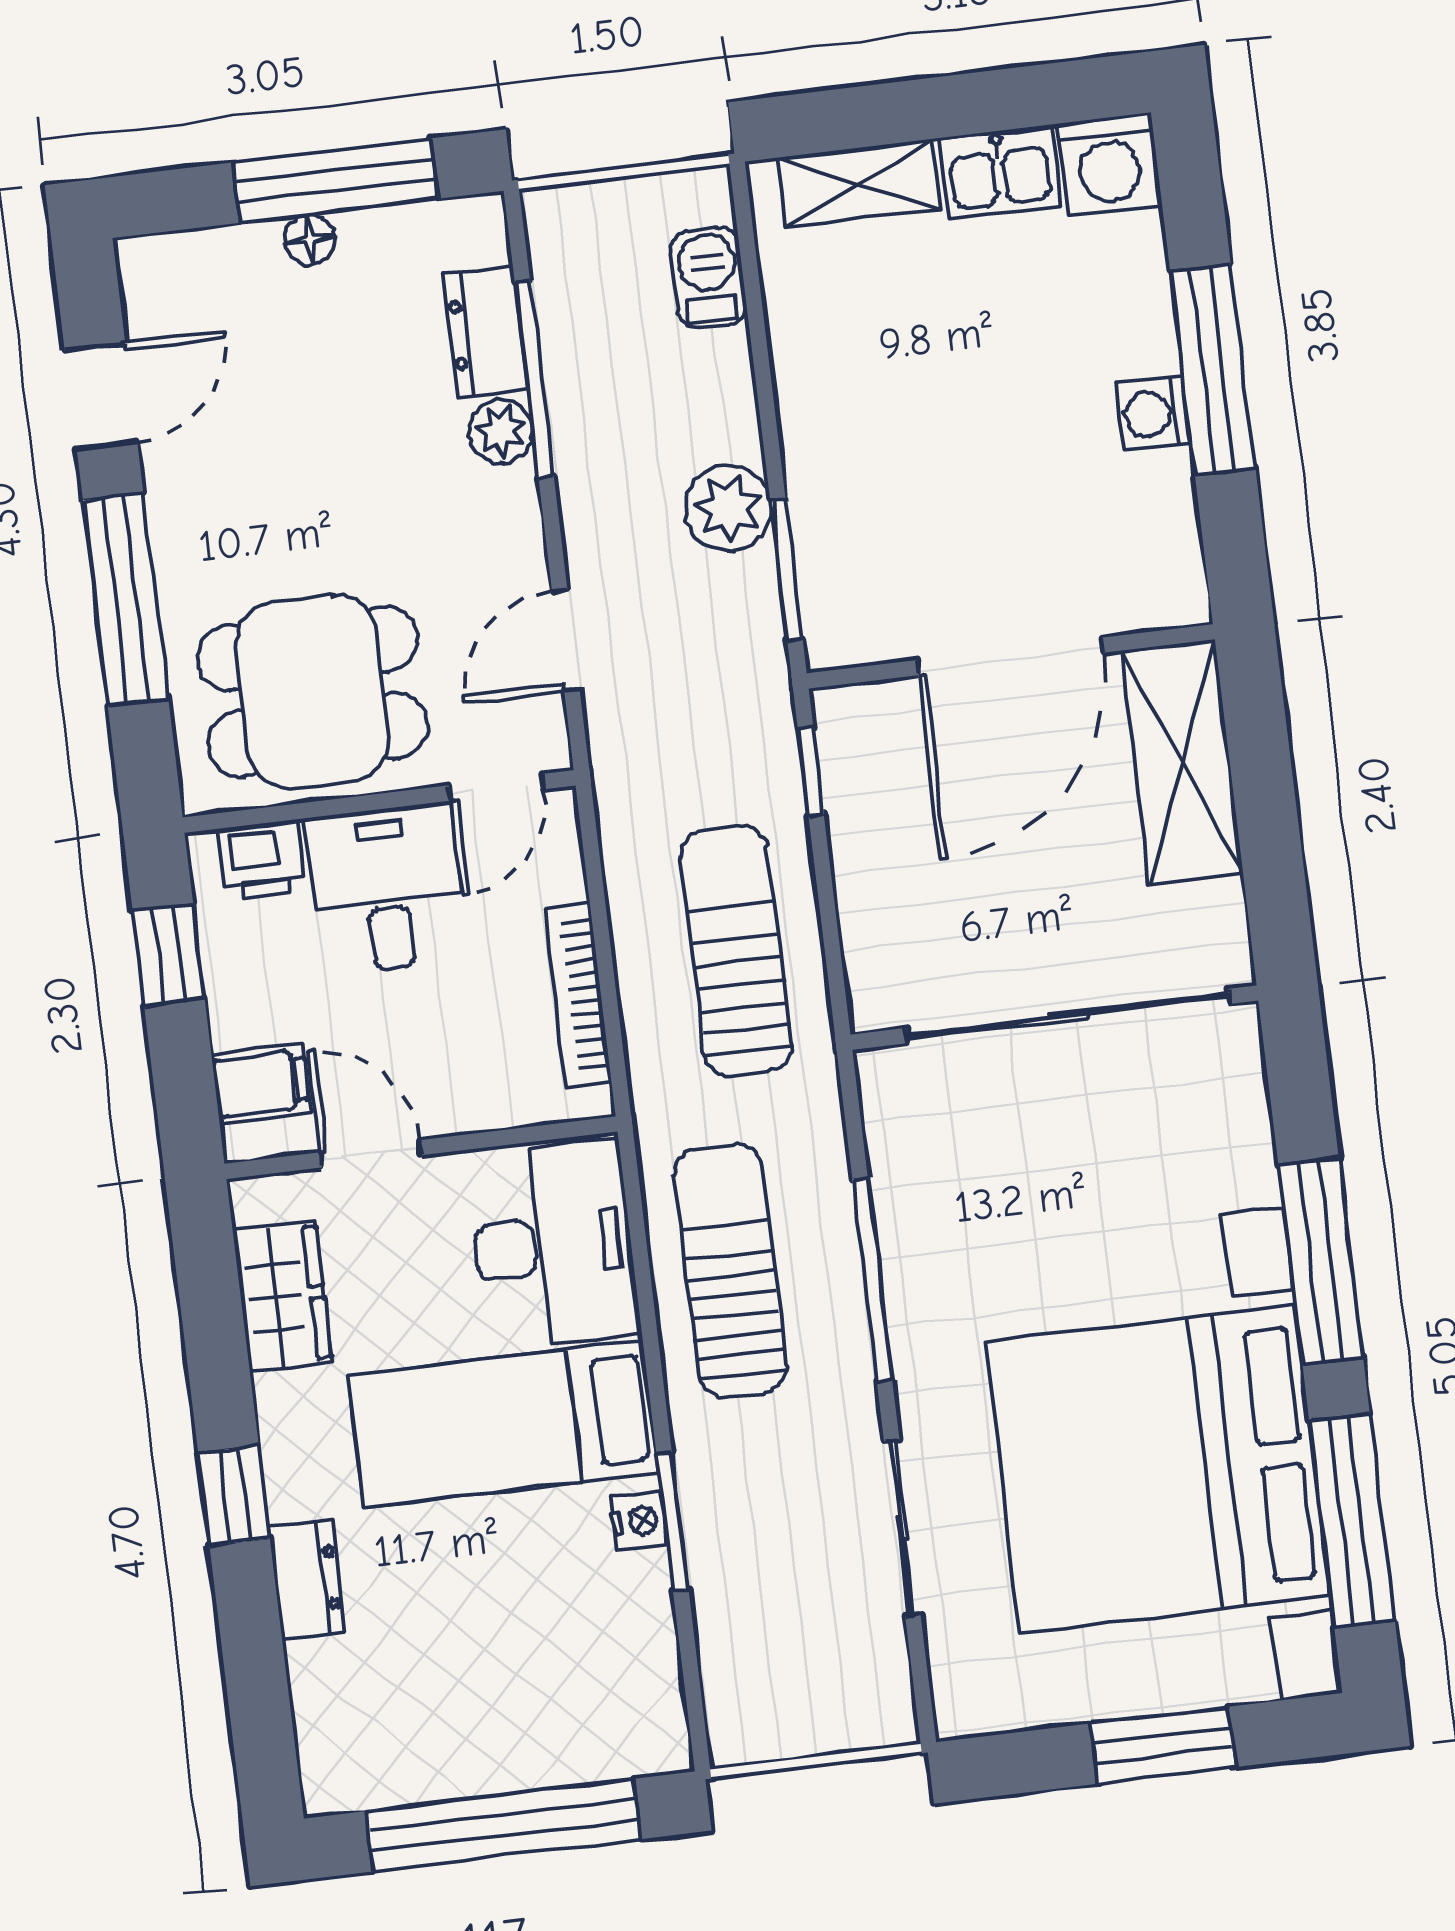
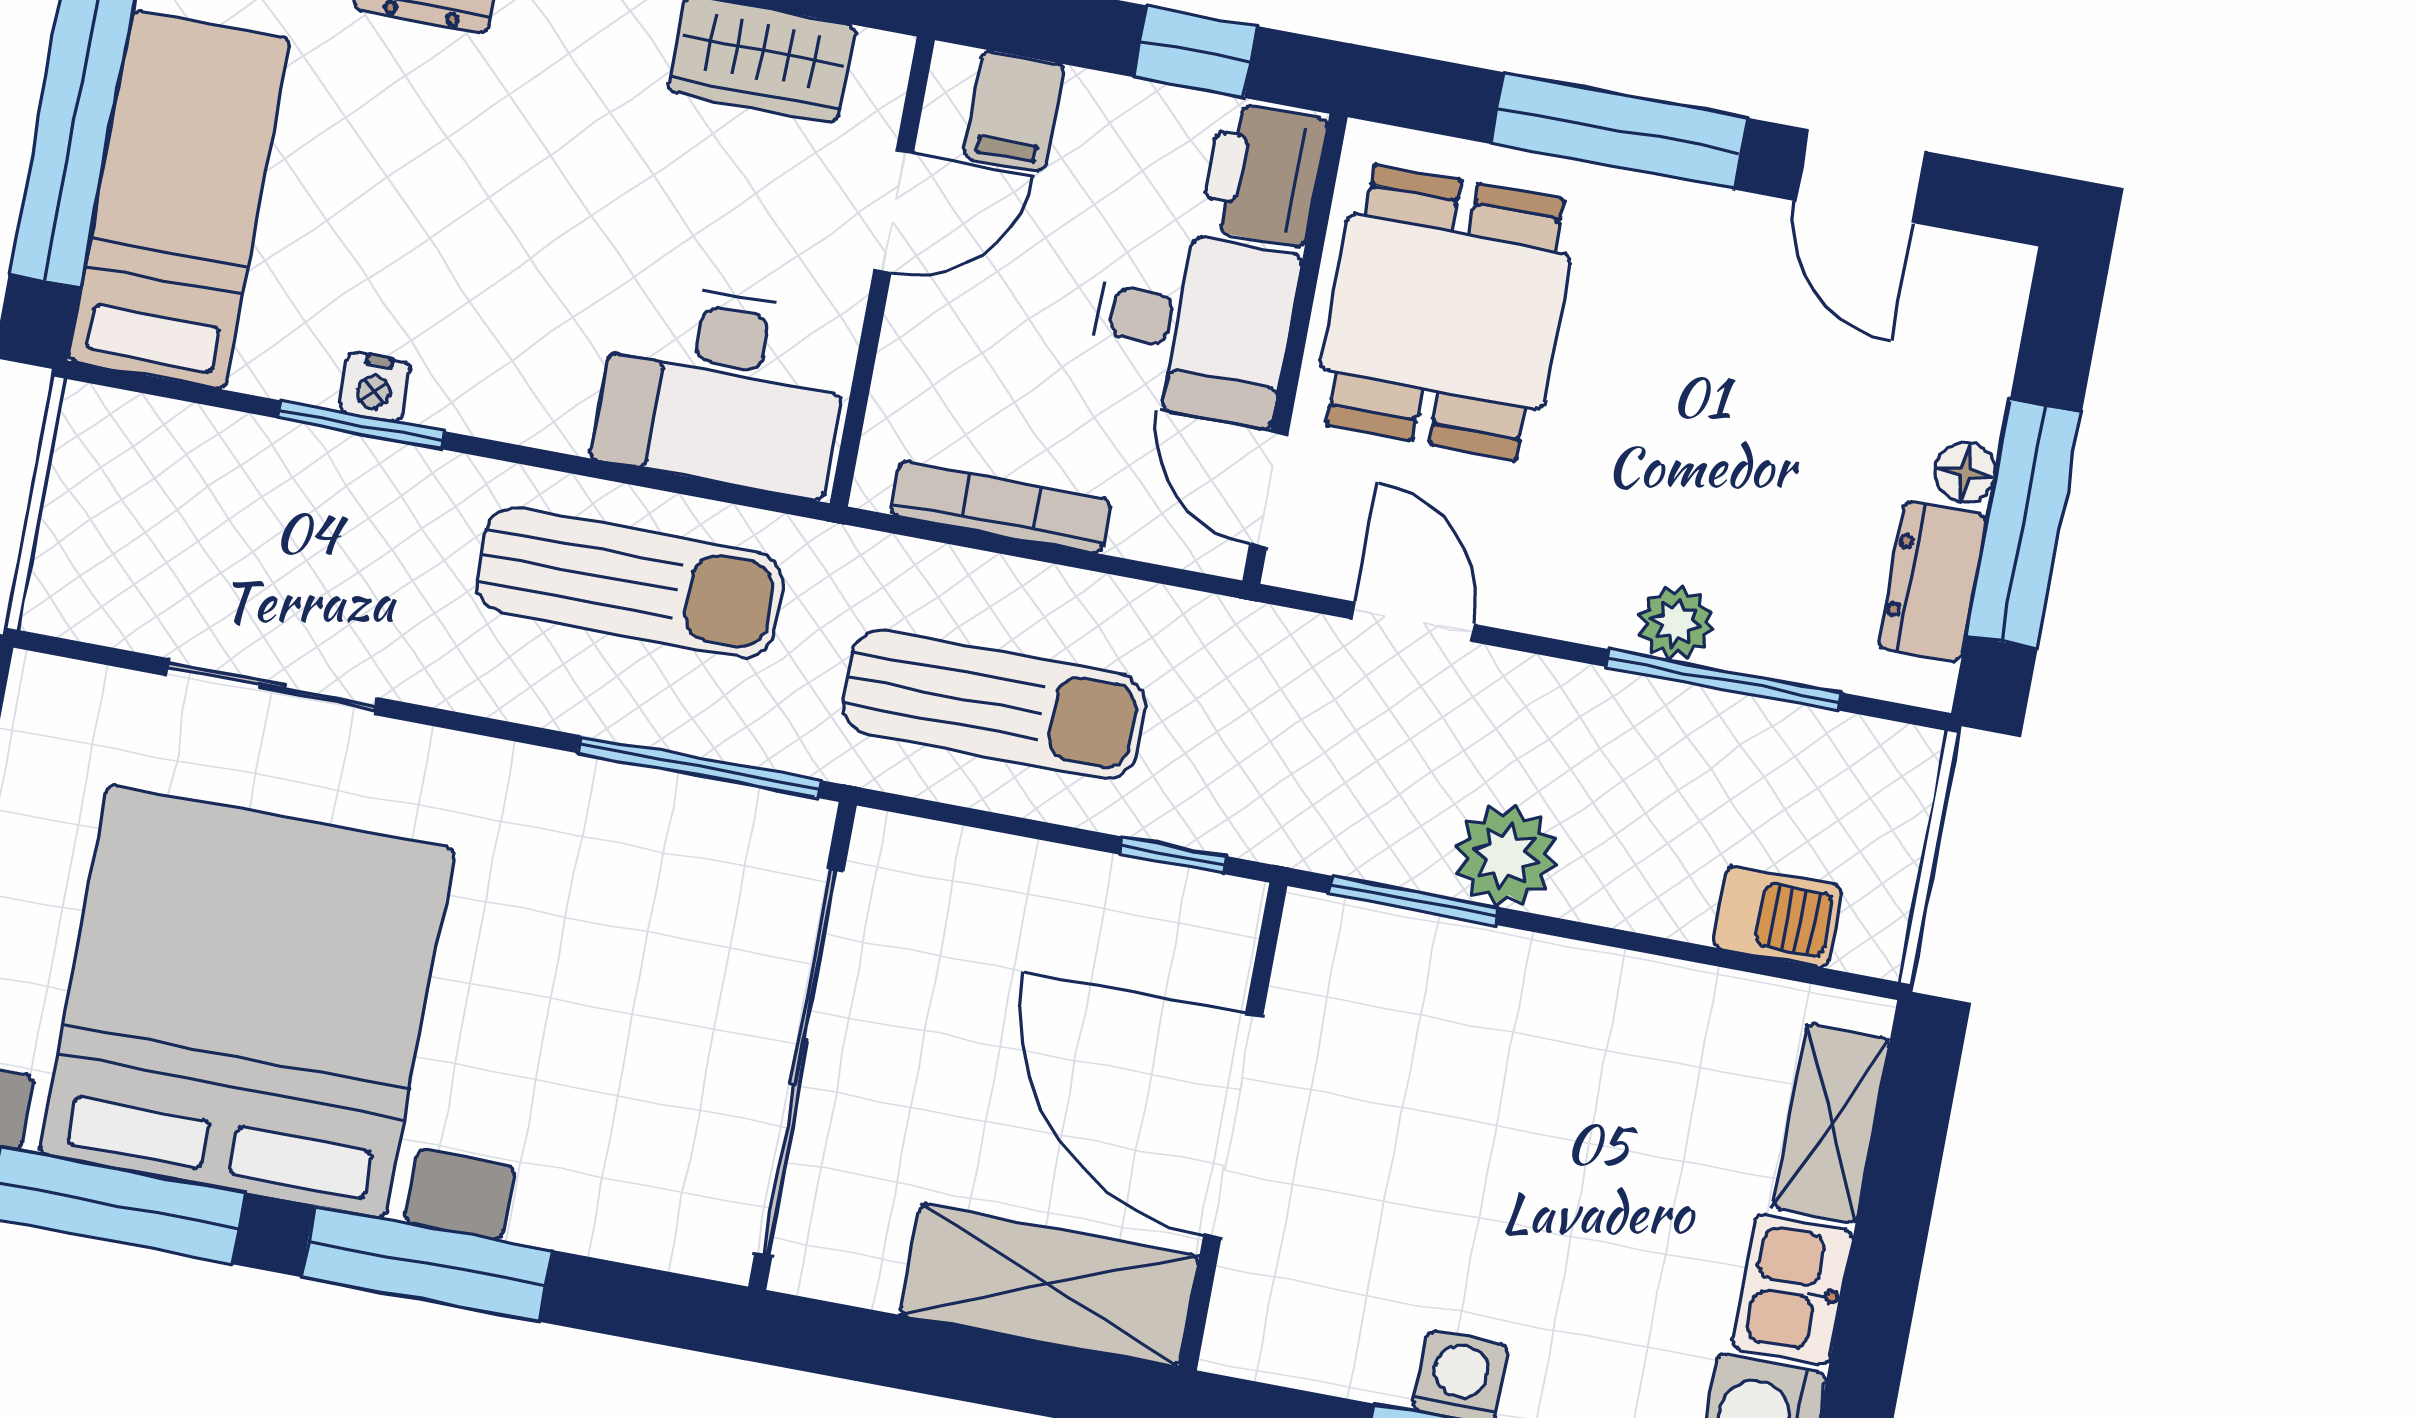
dresser: (485, 332) -> (1933, 581), moved, turned -90
printer: (262, 860) -> (1263, 174), width x1.36, depth x1.24
window: (872, 1280) -> (699, 767), moved
bed: (503, 1424) -> (179, 200), moved

